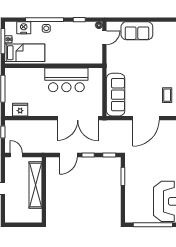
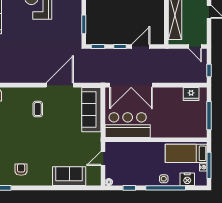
door: (104, 38) -> (103, 158), moved
bar counter: (66, 80) -> (128, 125), moved
double door: (78, 118) -> (131, 85), swing flipped

